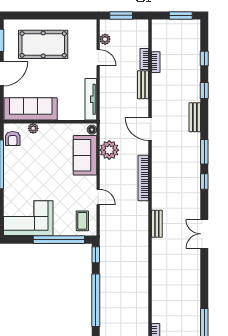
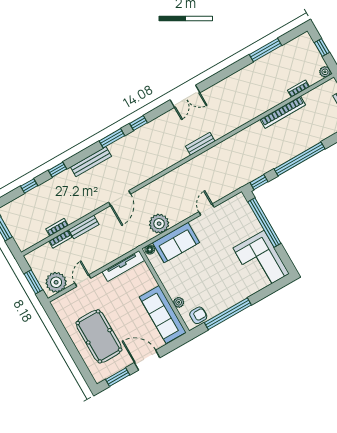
plant: (105, 39) -> (56, 282), width x1.88, depth x1.88
bench: (195, 117) -> (91, 162), width x1.36
bookcase: (143, 178) -> (283, 112), moved
coffee table: (82, 221) -> (236, 211), removed

